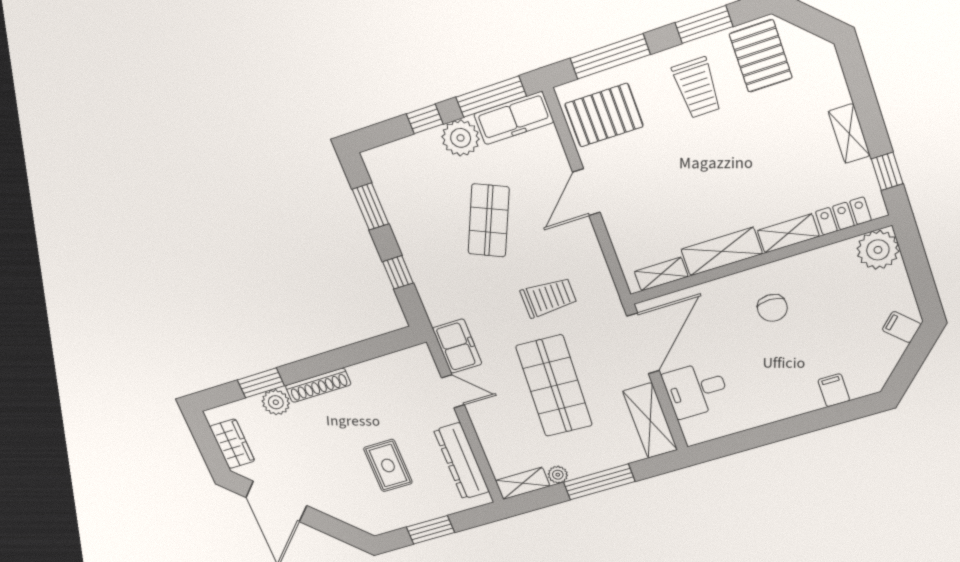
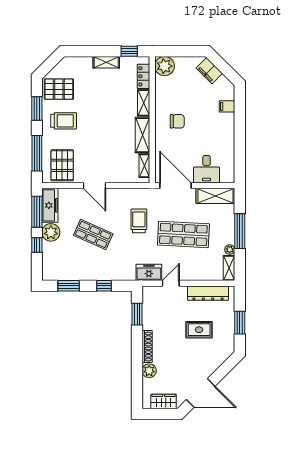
filing cabinet: (902, 327) -> (209, 71), width x2.00
window: (261, 383) -> (137, 314), moved

